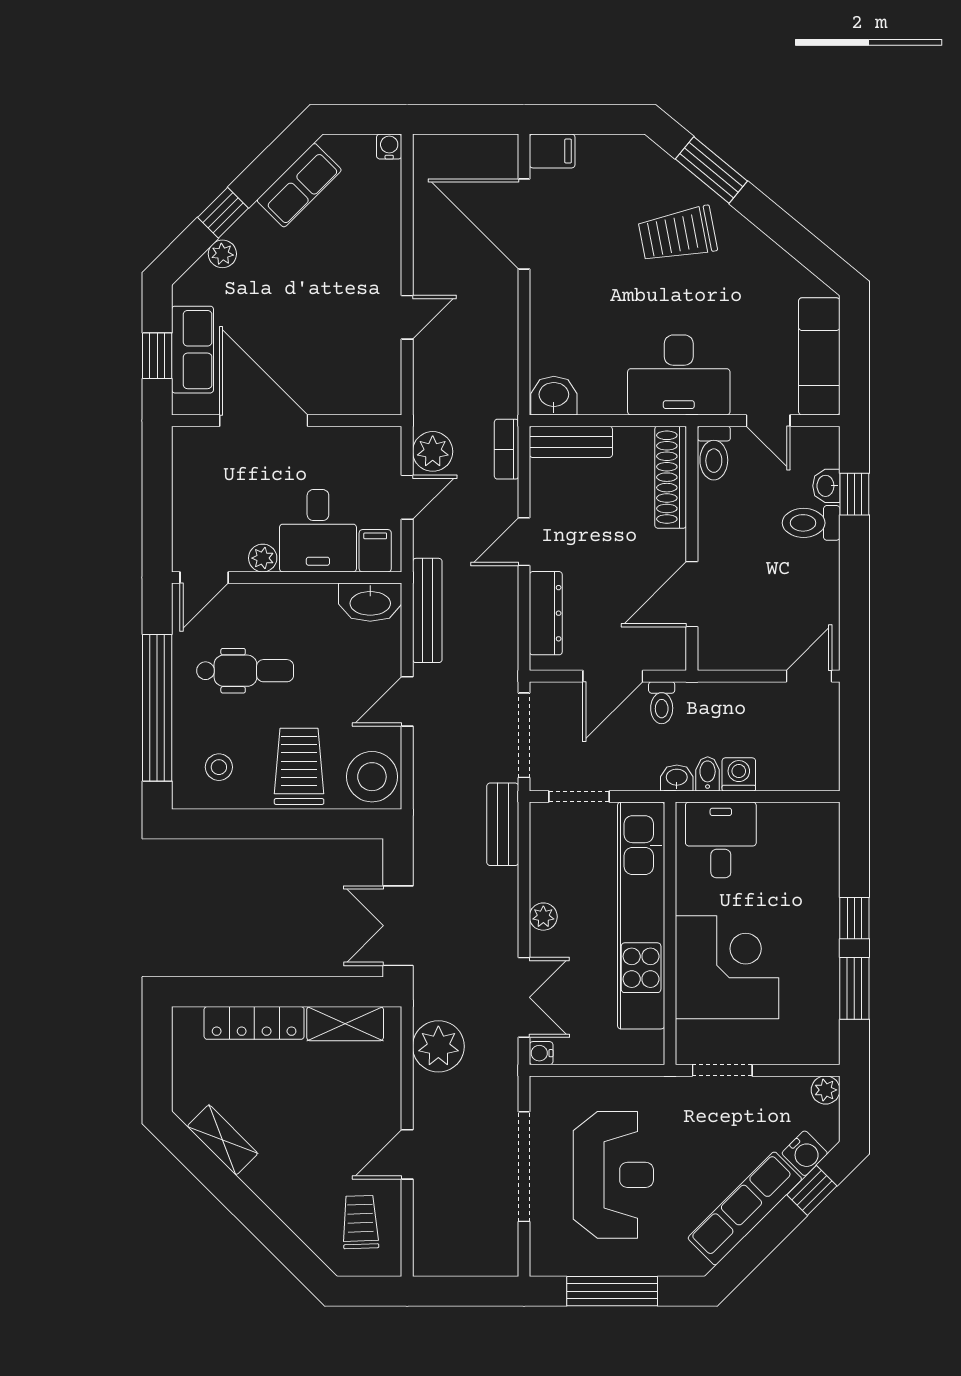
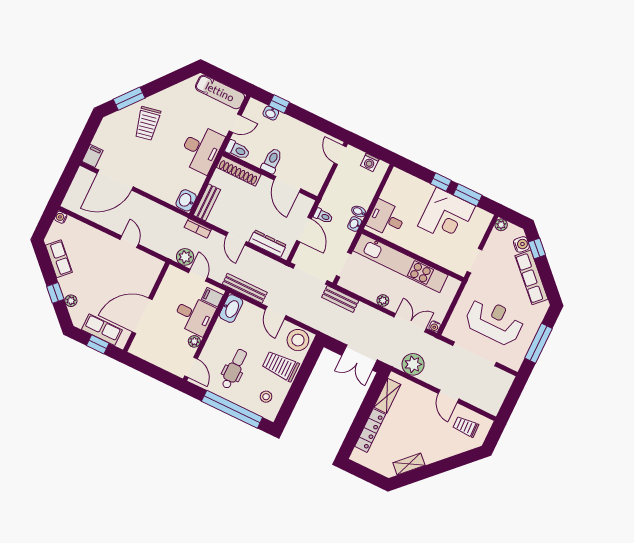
toilet: (811, 523) -> (272, 161), moved, turned 180
washing machine: (739, 774) -> (370, 162), moved, turned -90
corner desk: (727, 967) -> (446, 216), moved, turned 180

